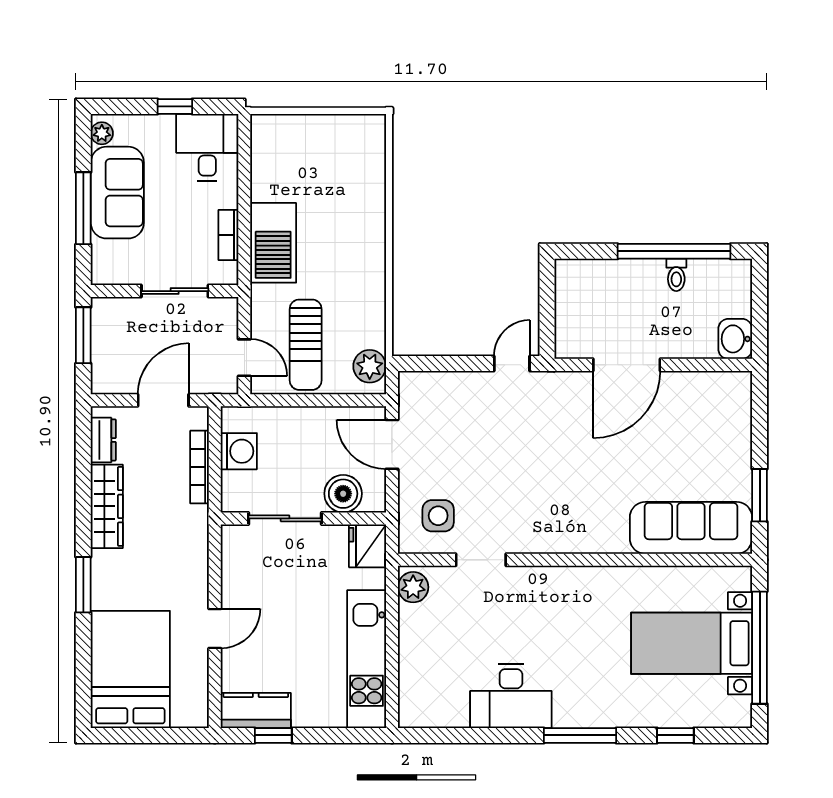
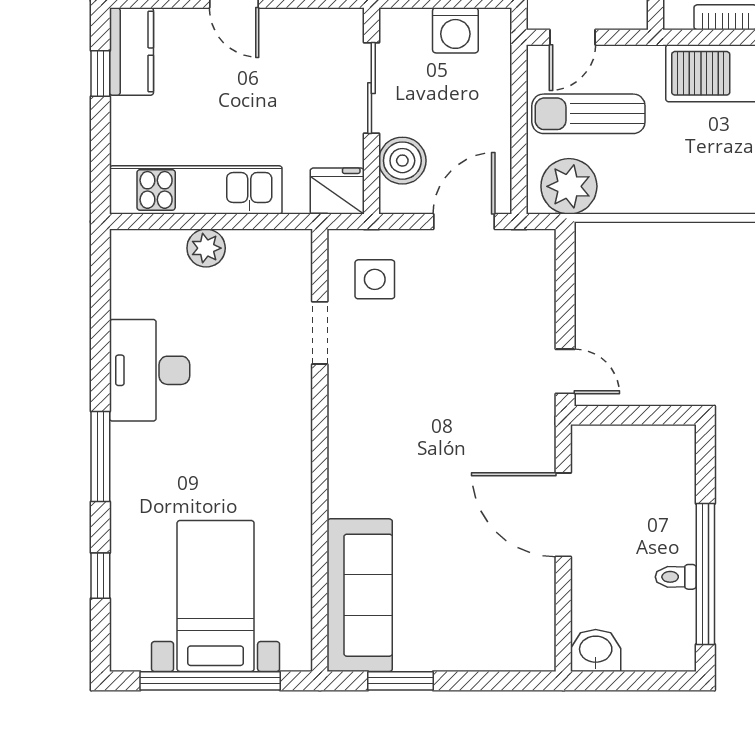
plant: (370, 366) -> (569, 186), width x1.36, depth x1.36
plant: (413, 587) -> (206, 248), moved

